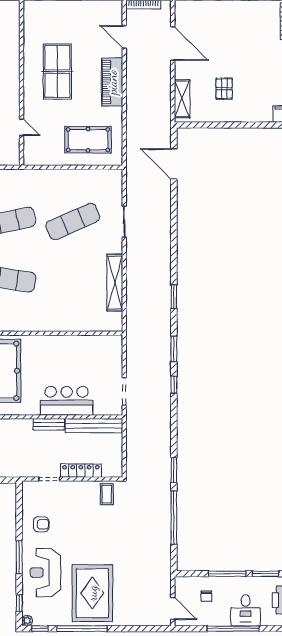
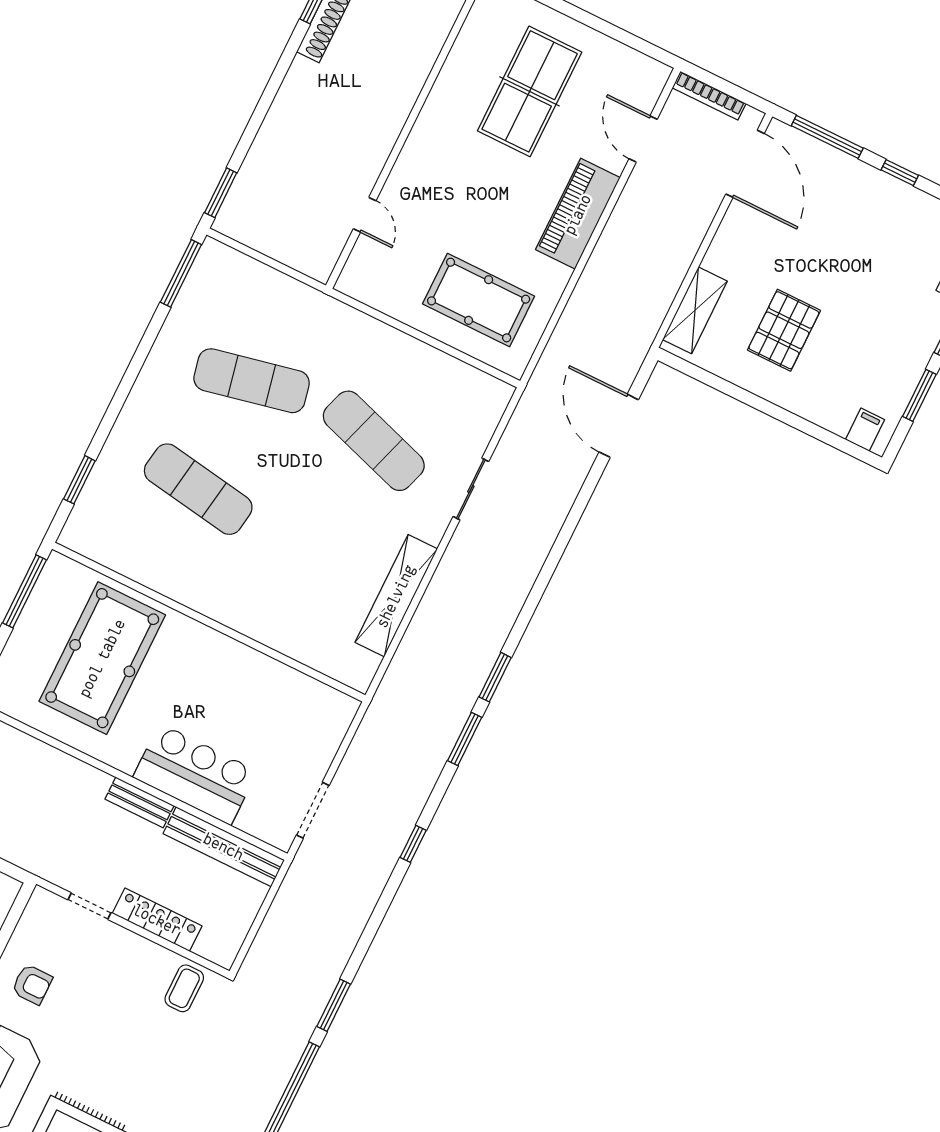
door: (173, 44) -> (745, 164), moved
table tennis table: (57, 72) -> (530, 91), moved
pallet: (224, 89) -> (784, 330), width x1.50, depth x1.42
exercise mat: (73, 221) -> (374, 441), turned 42
window: (174, 349) -> (465, 739), moved

